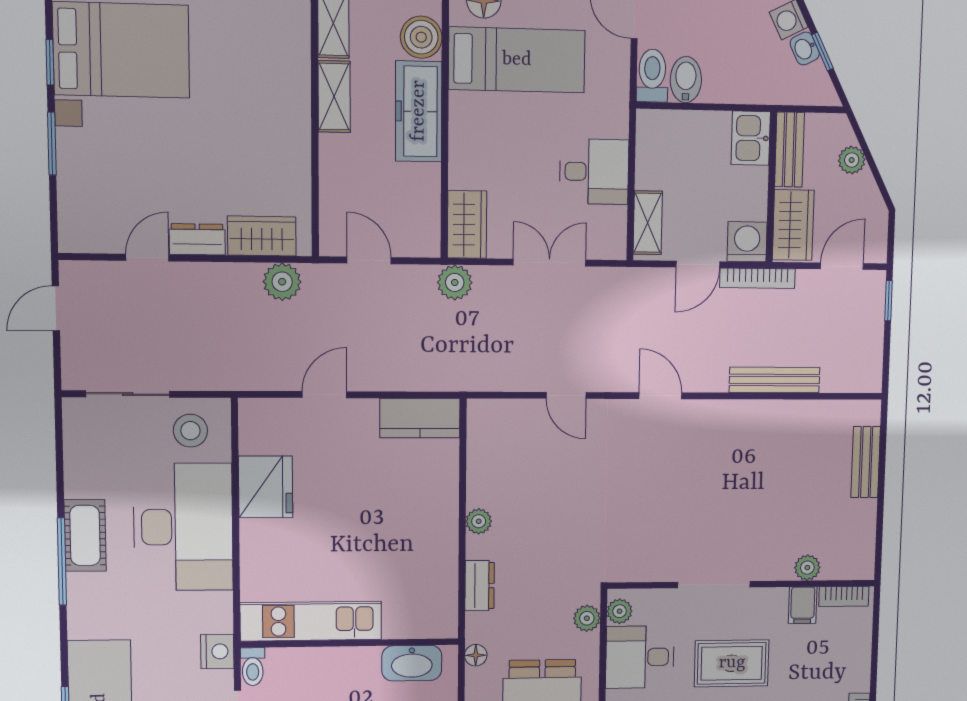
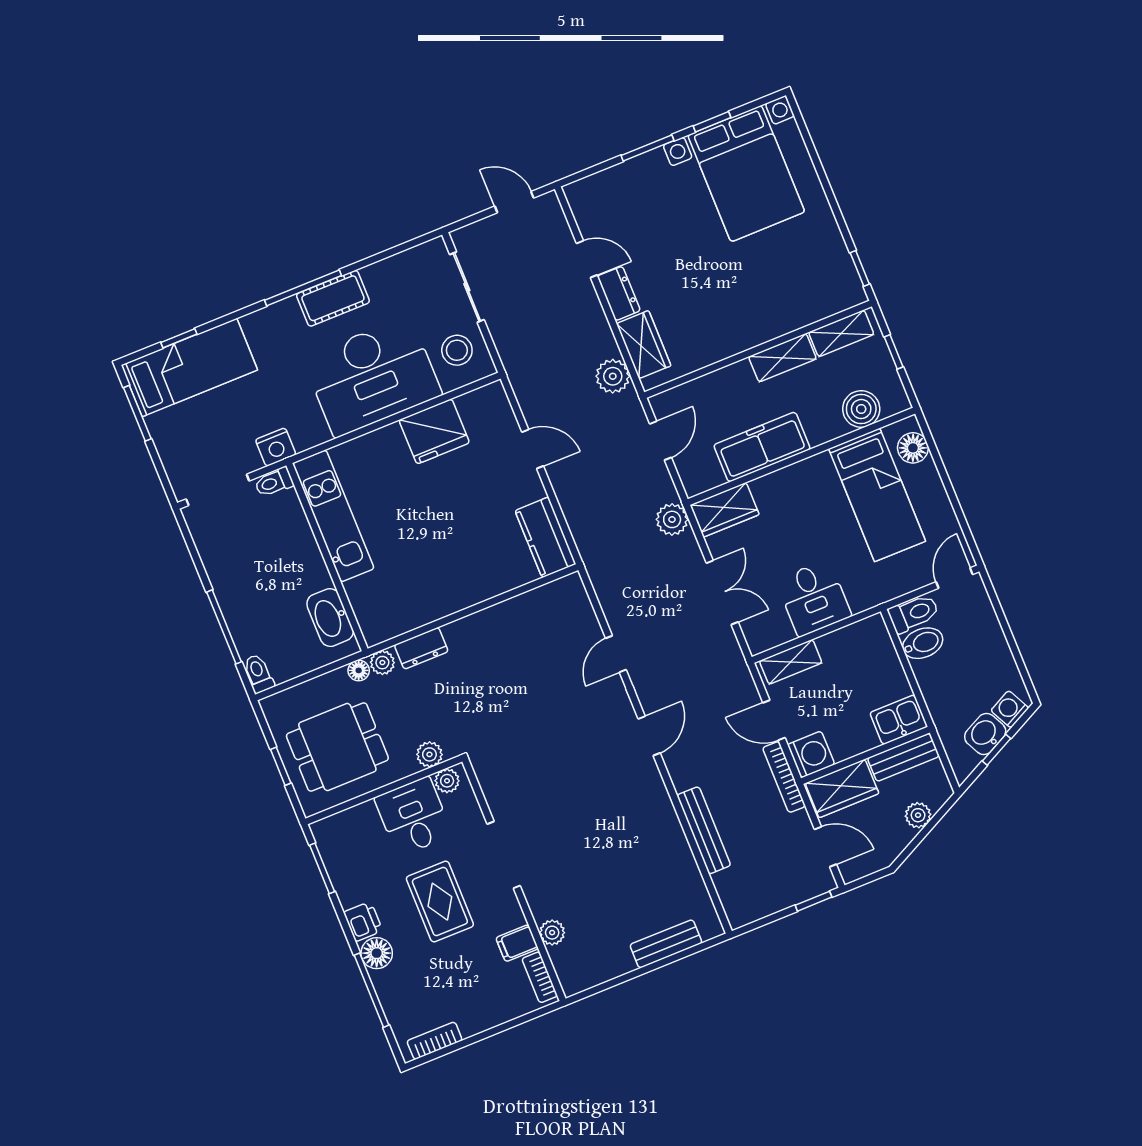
washbasin: (805, 48) -> (985, 734), width x1.38, depth x1.45
freezer: (419, 111) -> (762, 447), moved
plant: (479, 521) -> (382, 663), moved

